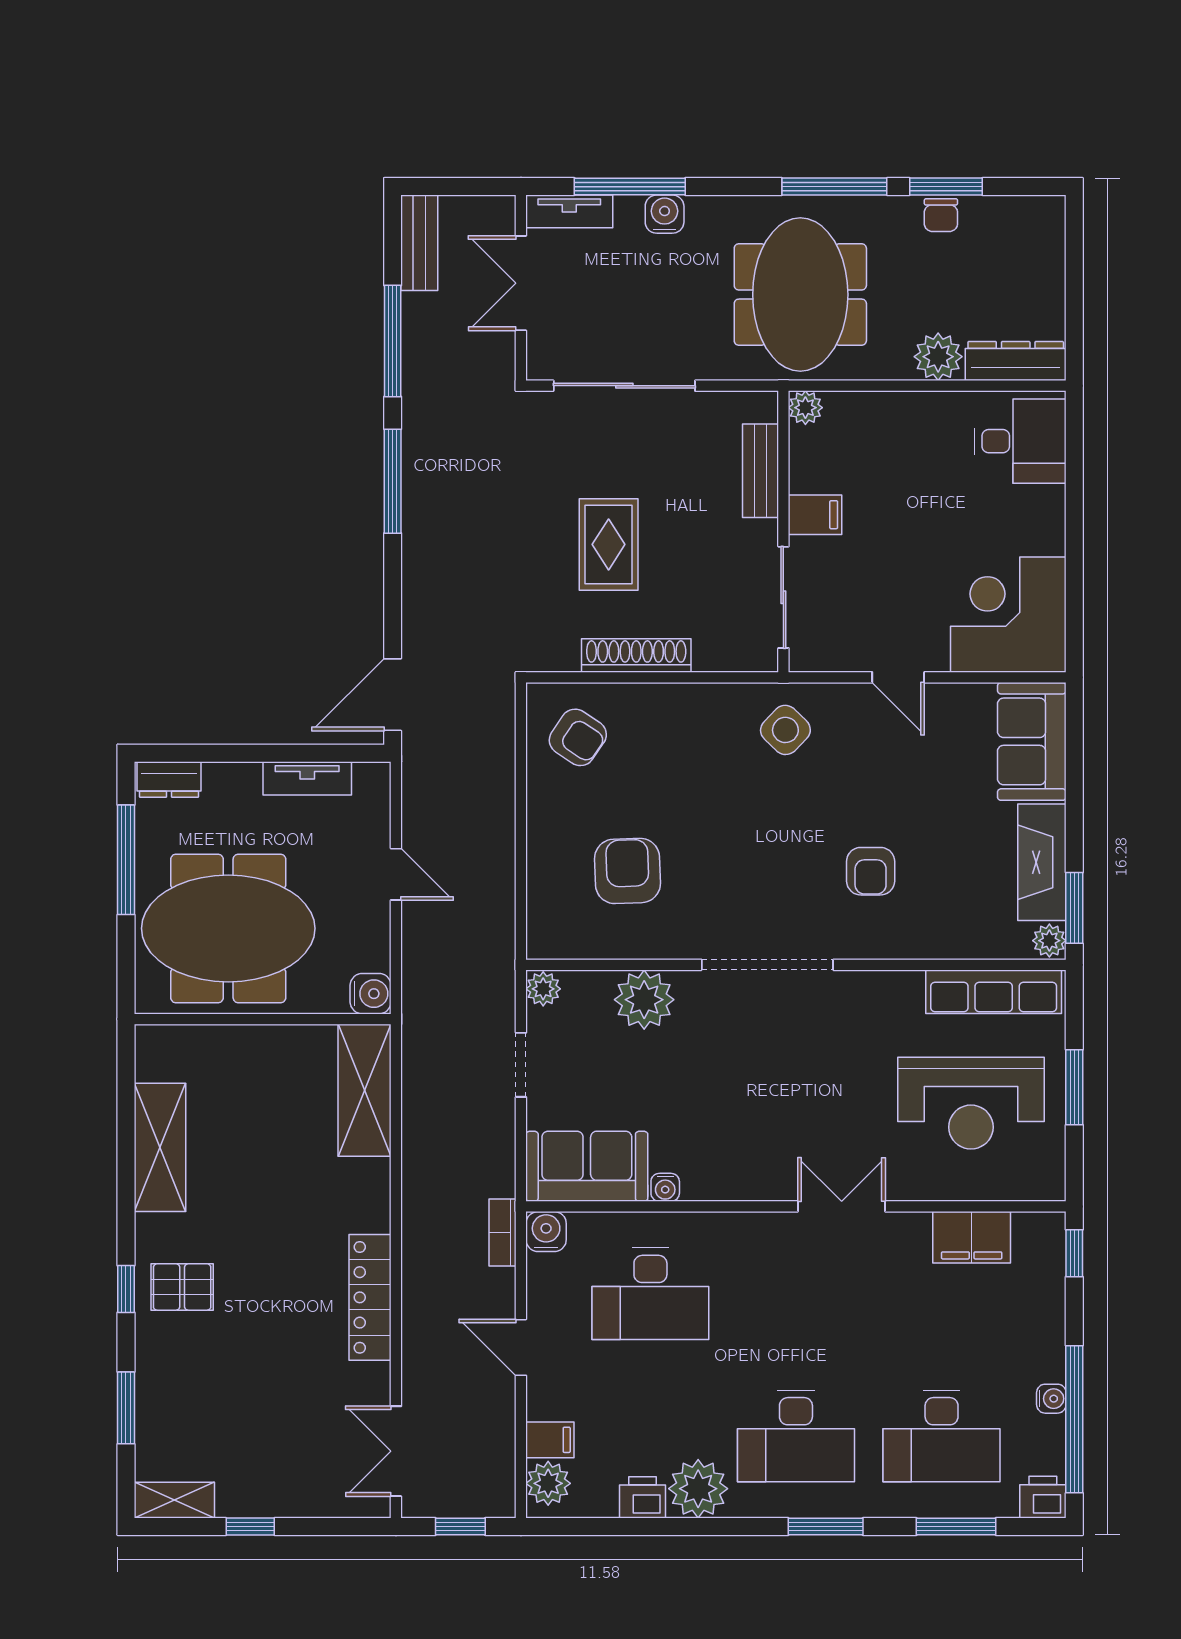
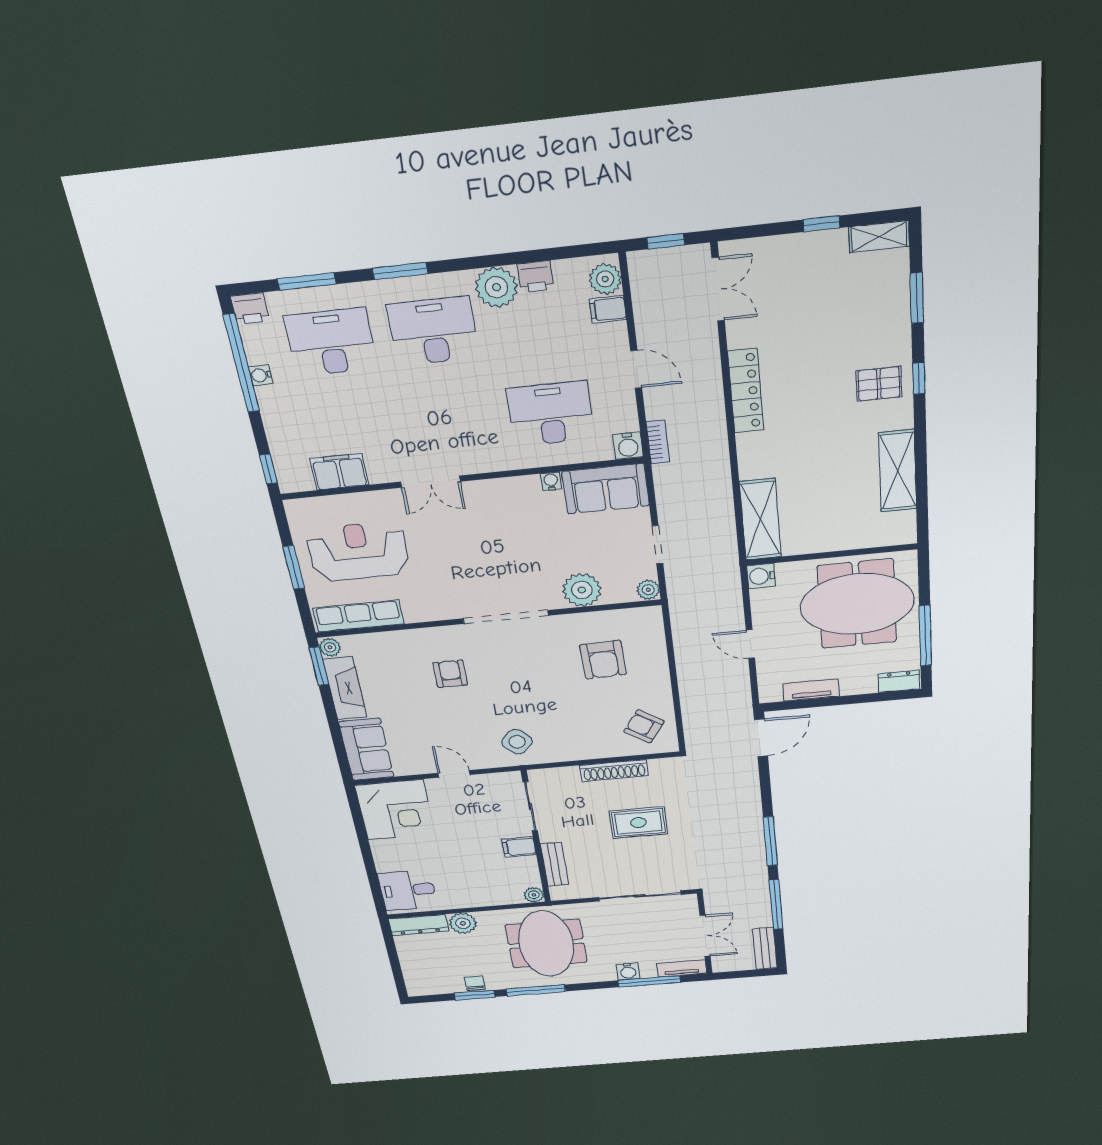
rug: (609, 544) -> (638, 823), turned 90

